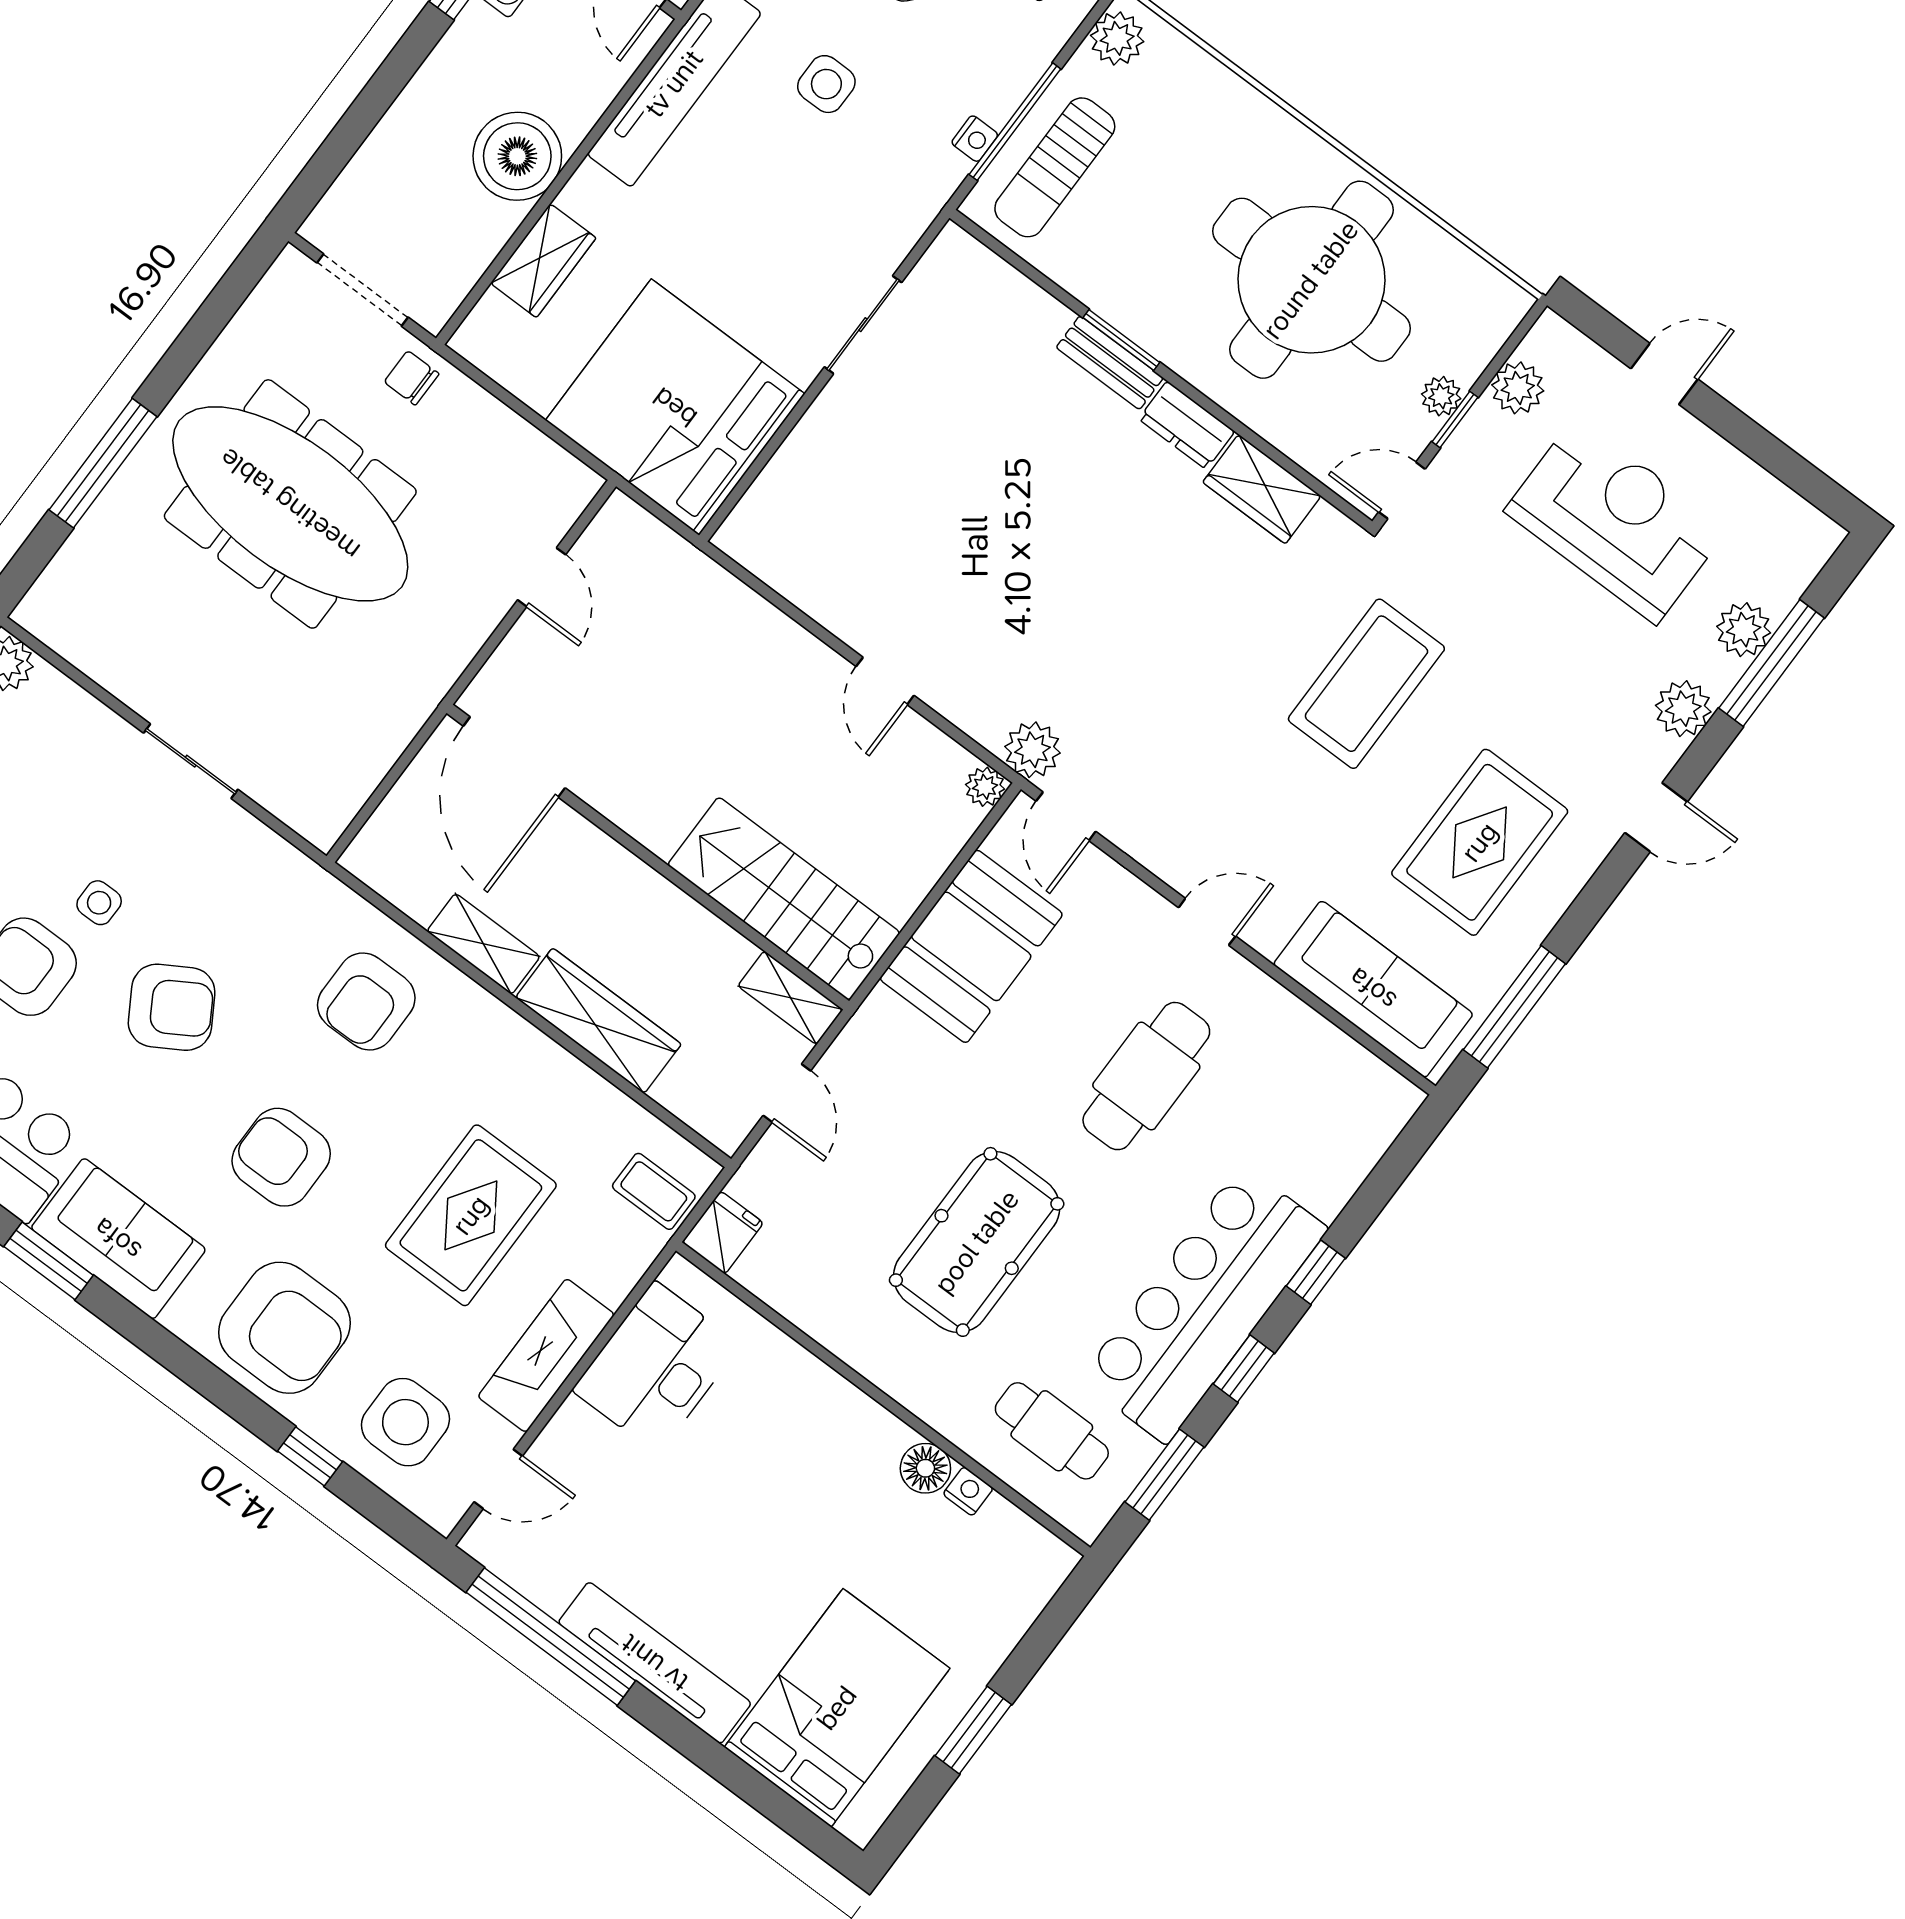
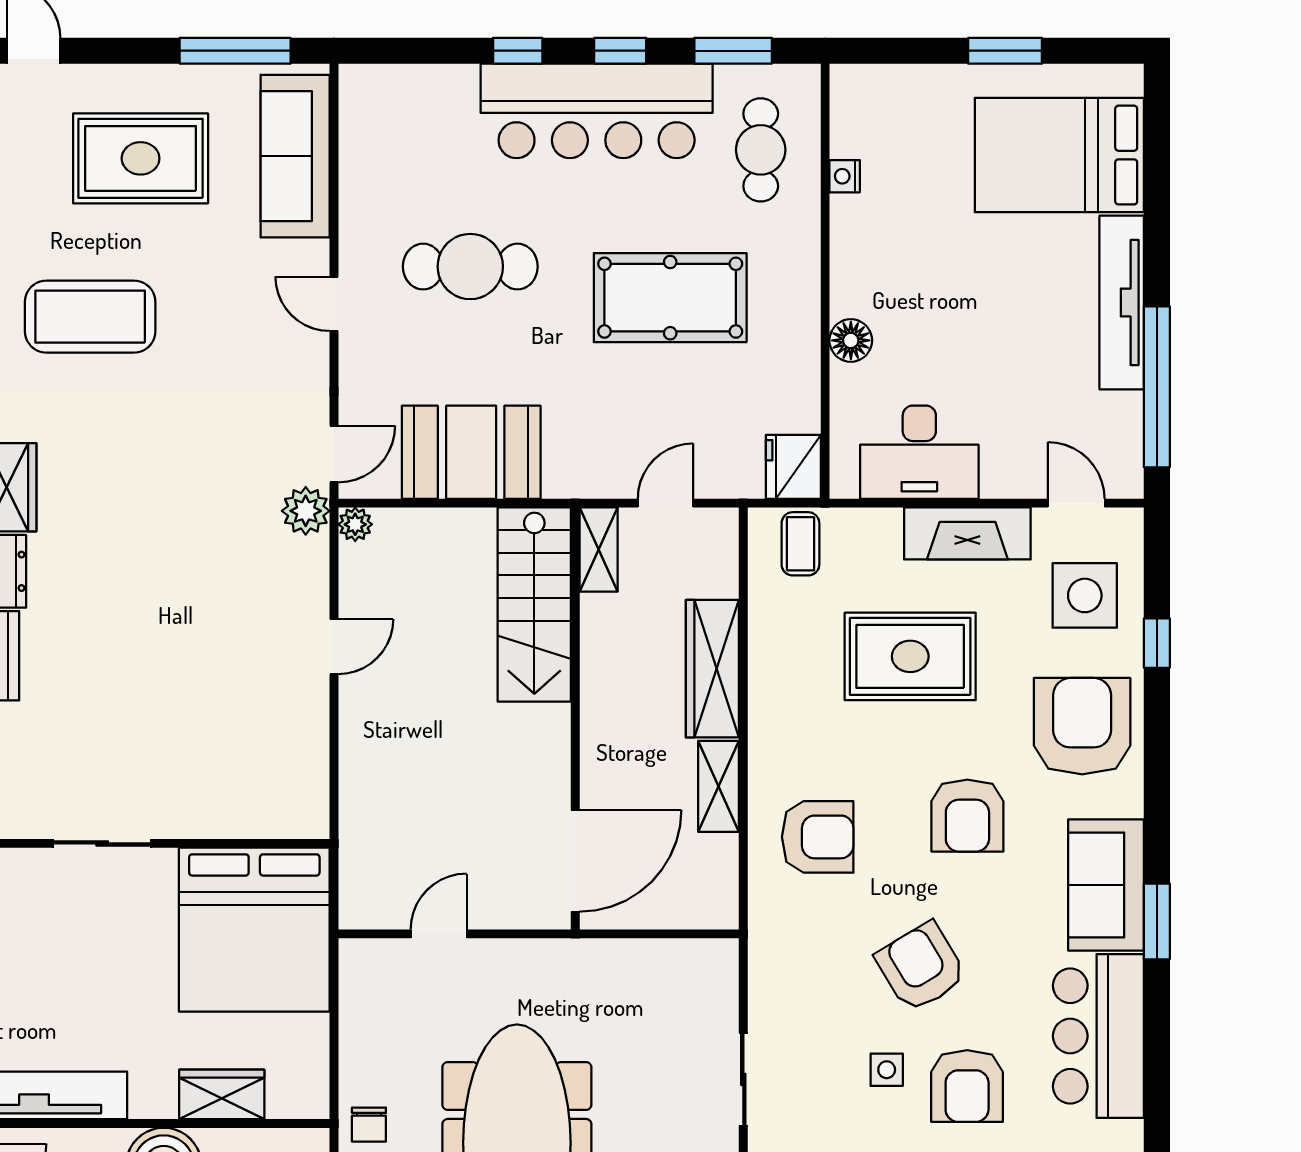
fridge: (723, 1233) -> (793, 467), width x1.38
floor lamp: (925, 1468) -> (851, 340), moved

